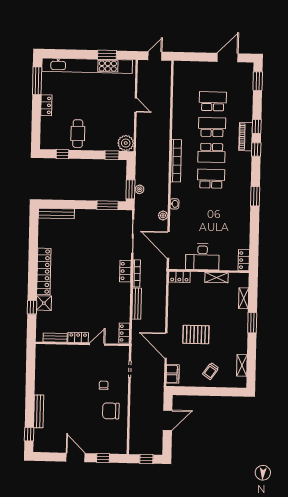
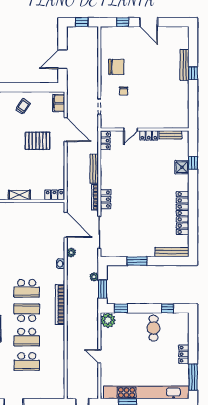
window: (130, 189) -> (103, 289), moved
window: (108, 205) -> (137, 261), moved
desk: (202, 257) -> (33, 214), removed
locker: (44, 271) -> (183, 213), moved
window: (29, 434) -> (193, 73), moved

